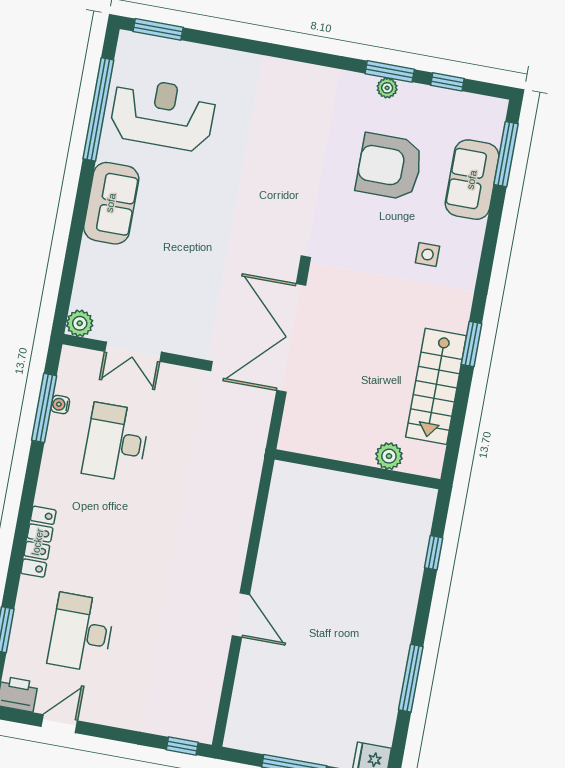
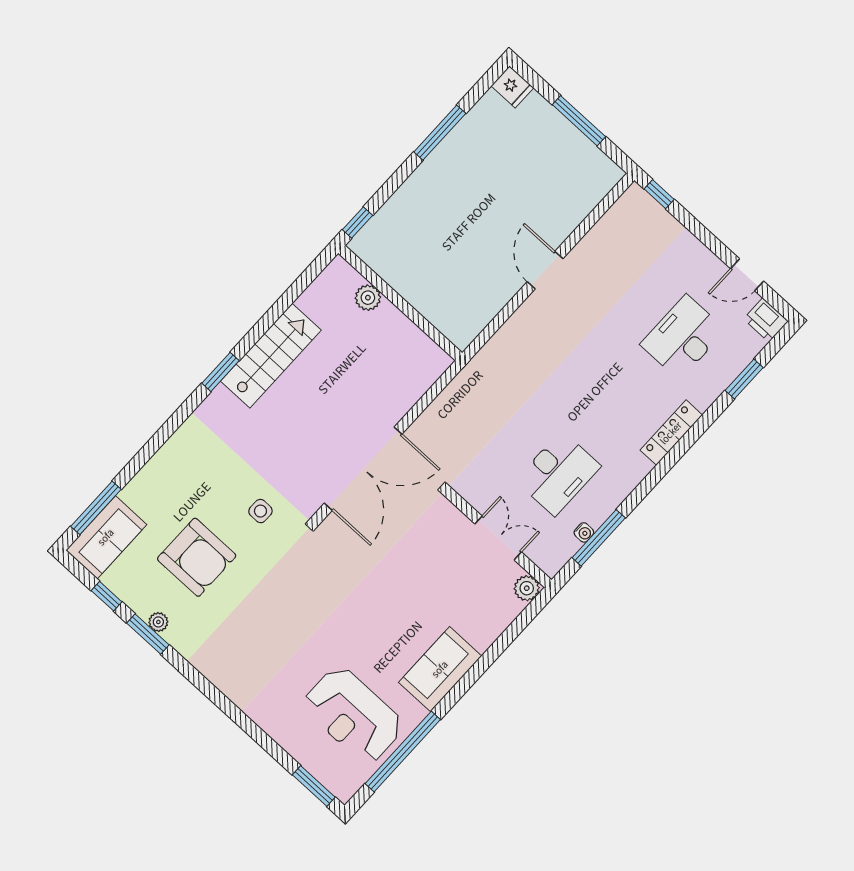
sofa: (472, 180) -> (106, 537), moved
side table: (428, 254) -> (260, 511), moved
plant: (389, 456) -> (368, 298), moved
wall: (357, 469) -> (400, 303), moved
desk: (81, 633) -> (683, 337), turned 180

